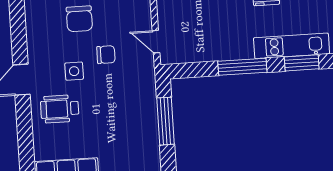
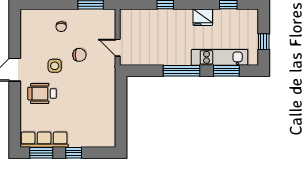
chair: (79, 19) -> (61, 27), width x0.54, depth x0.54
window: (166, 121) -> (121, 108), removed

